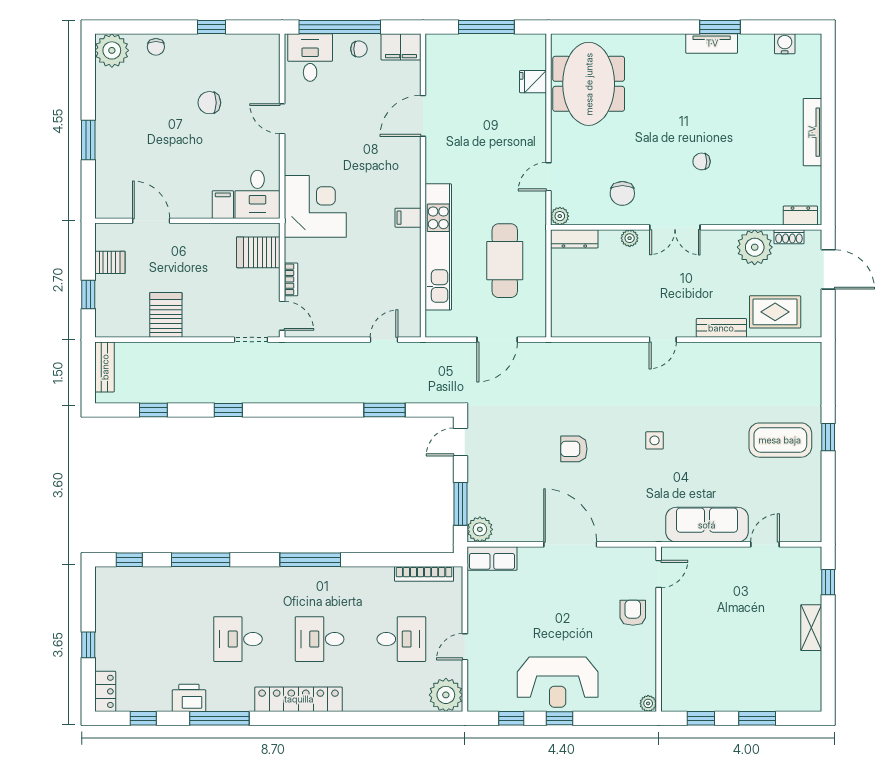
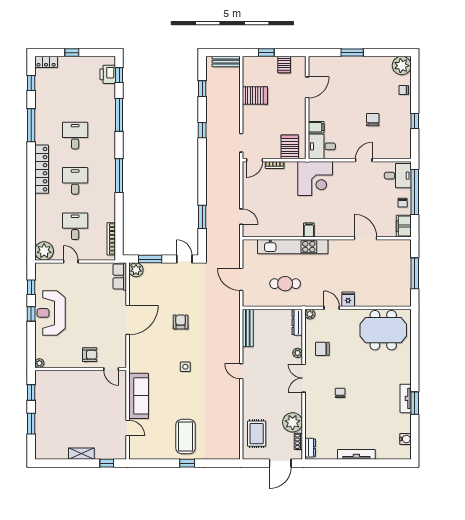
fridge: (533, 82) -> (348, 299), moved
cafe table: (505, 261) -> (285, 284), width x0.73, depth x0.74
bench: (721, 328) -> (248, 328), moved, width x1.36
desk: (401, 639) -> (75, 226), turned 180
printer: (189, 698) -> (108, 74), moved, turned 180

